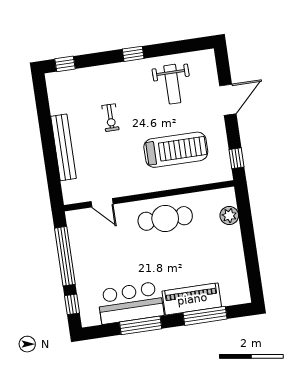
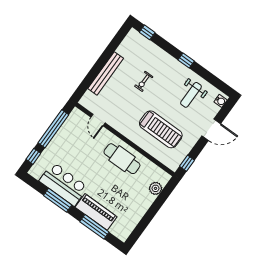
water cooler: (209, 61) -> (221, 101), added

